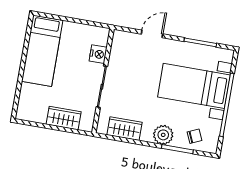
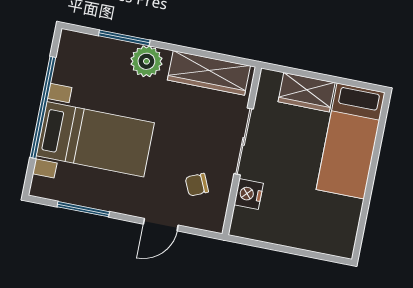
bed: (42, 51) -> (351, 141), moved, turned 180
wardrobe: (124, 129) -> (209, 73), width x1.50
chair: (194, 136) -> (197, 185), moved

